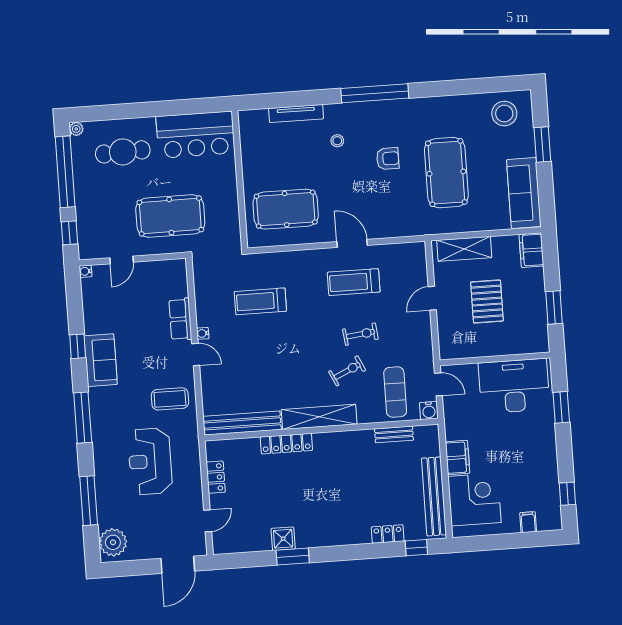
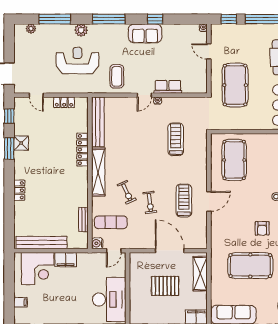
door: (432, 298) -> (170, 251), width x1.87
plant: (103, 459) -> (81, 30), added
locker: (388, 534) -> (19, 190), moved
plant: (113, 542) -> (31, 29), width x0.53, depth x0.53
window: (416, 548) -> (9, 116), moved

